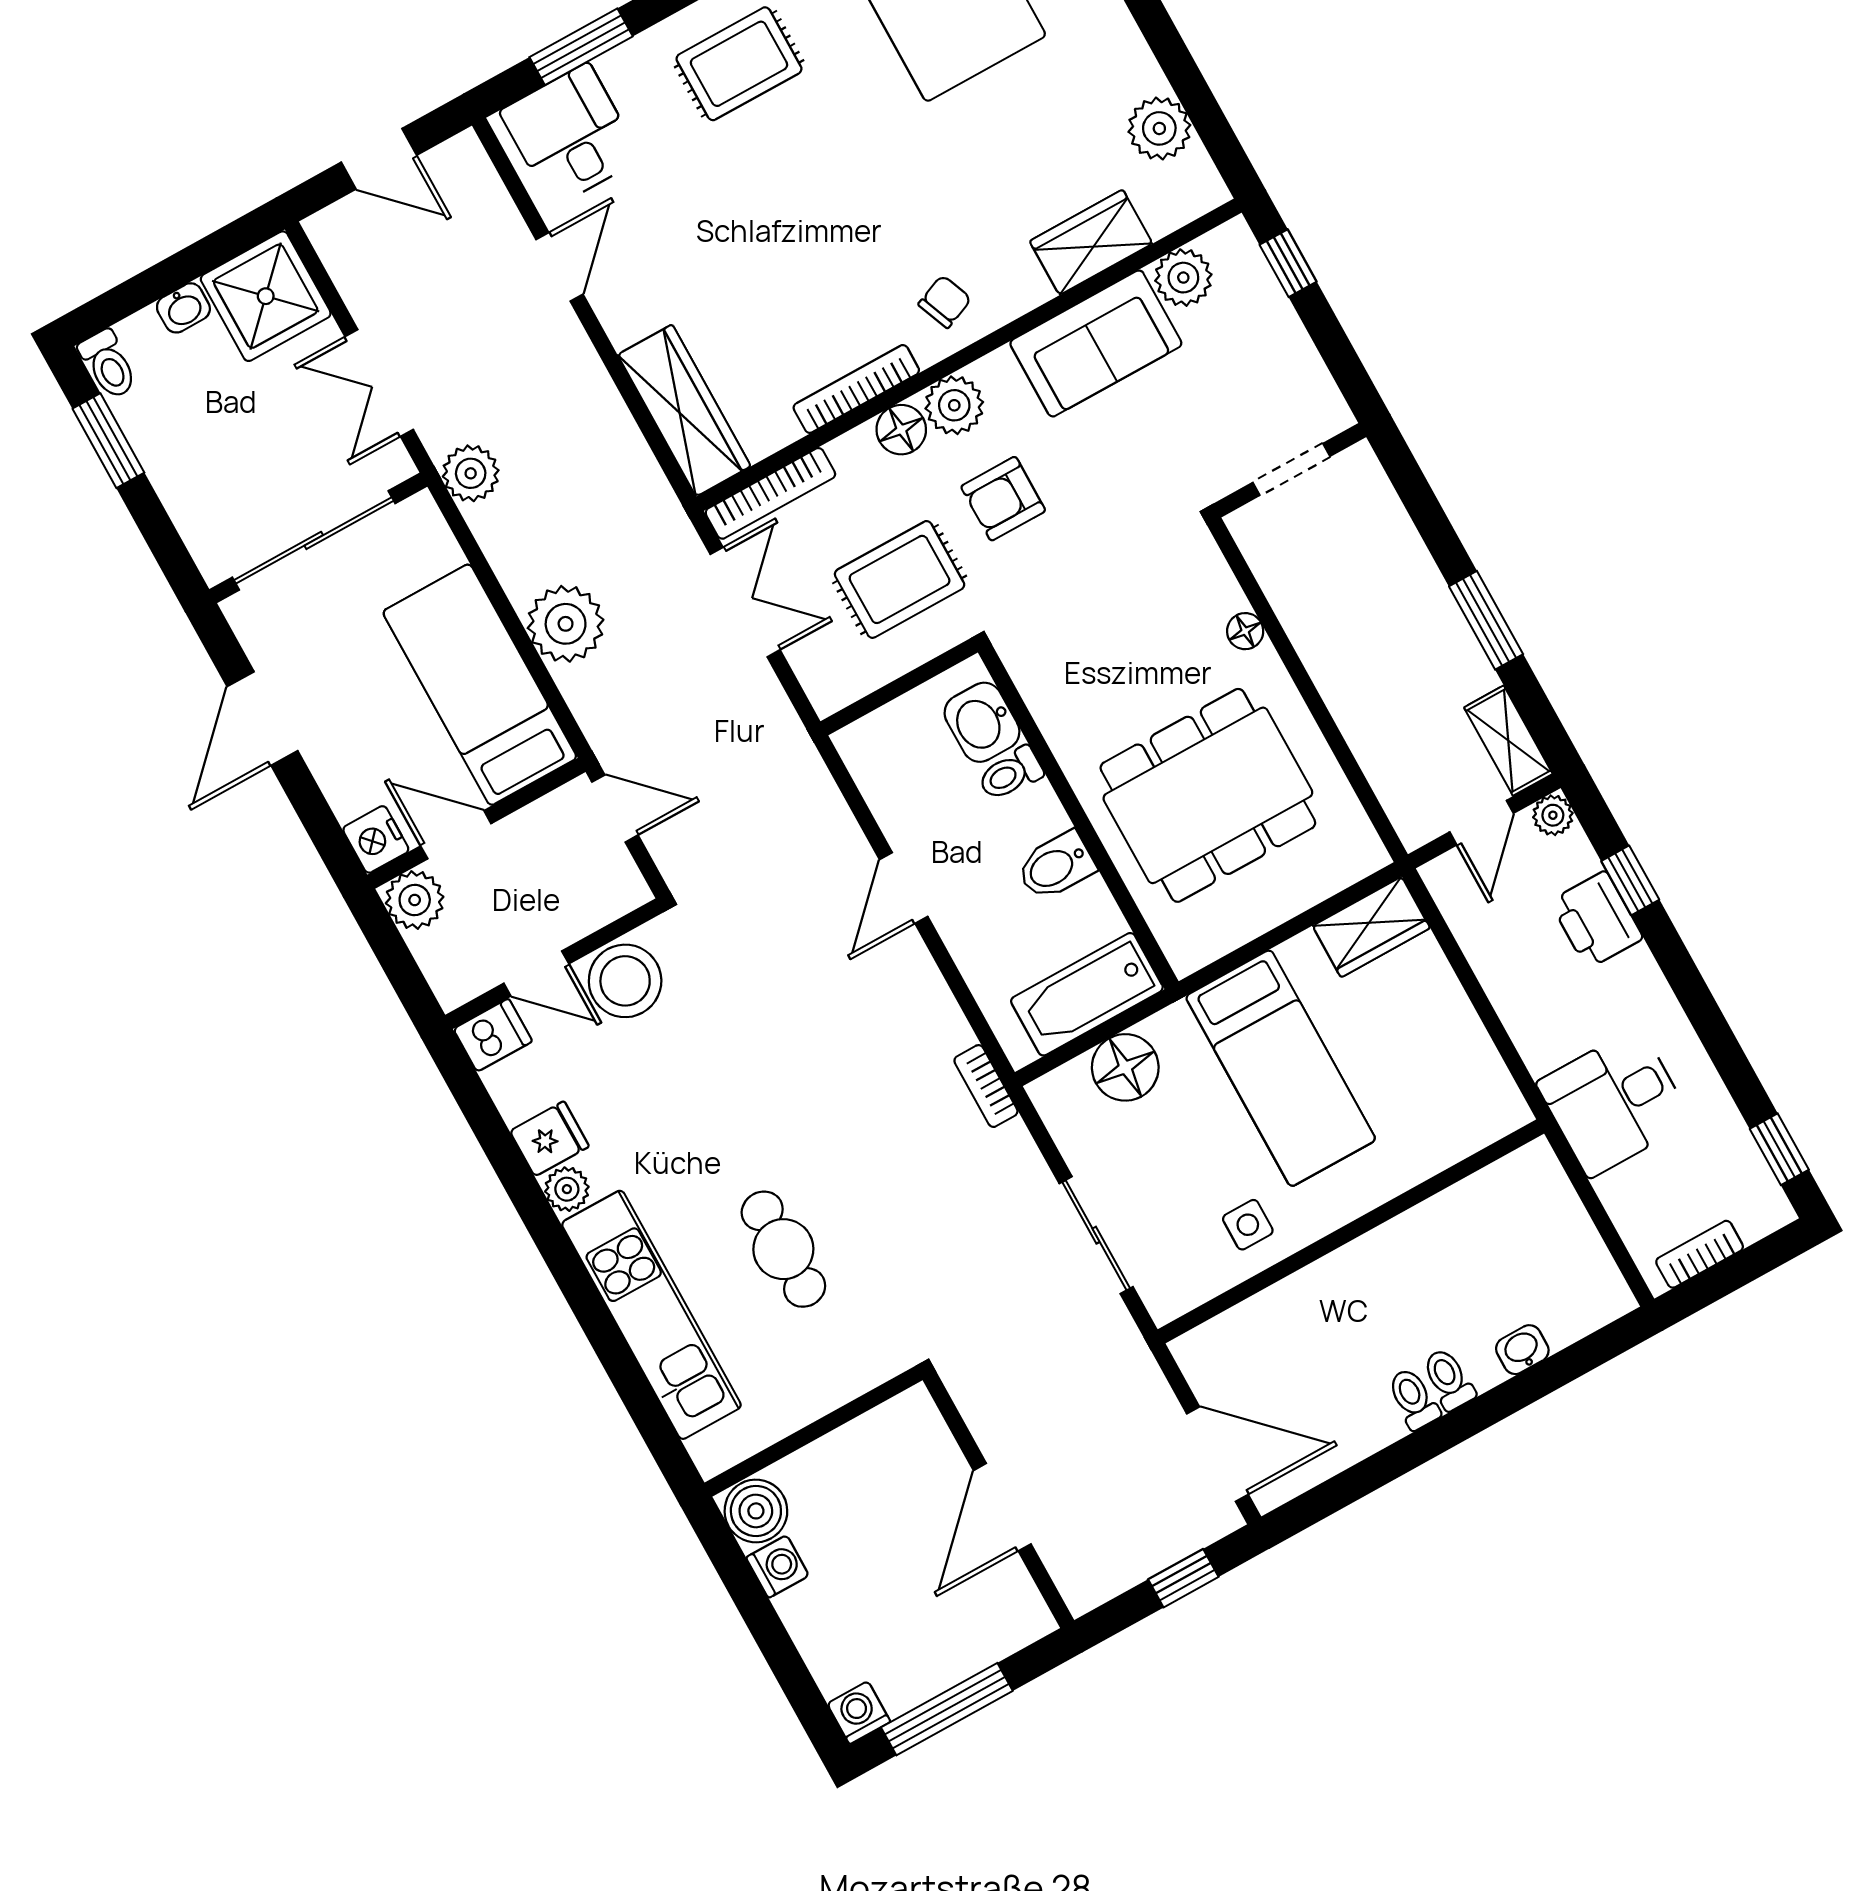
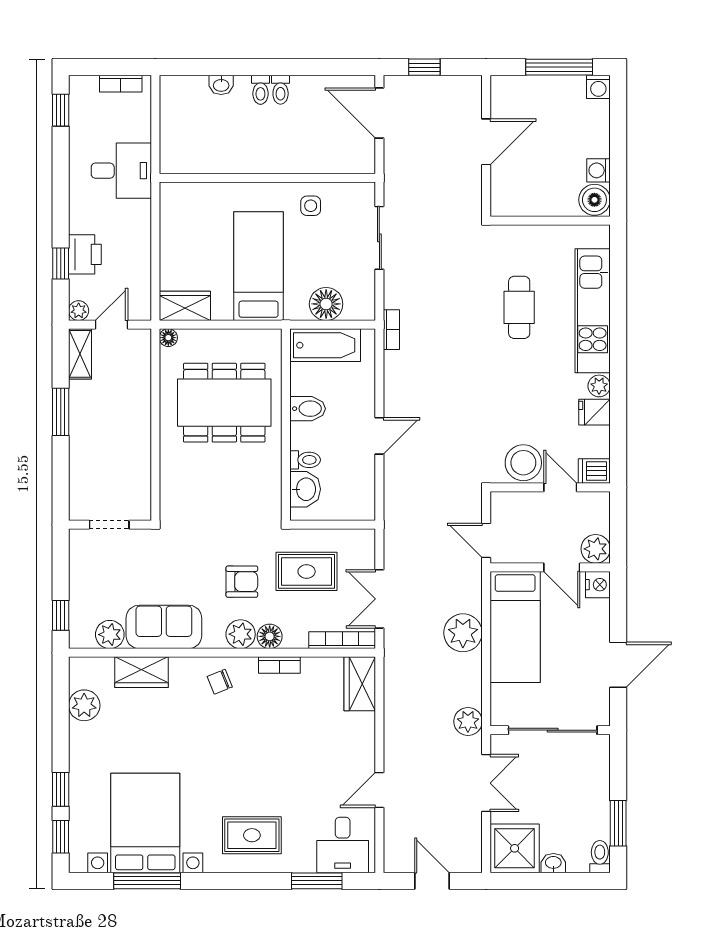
bookcase: (856, 389) -> (279, 665), width x0.64
wardrobe: (684, 410) -> (360, 684), width x0.67
floor lamp: (1245, 631) -> (168, 338), moved

